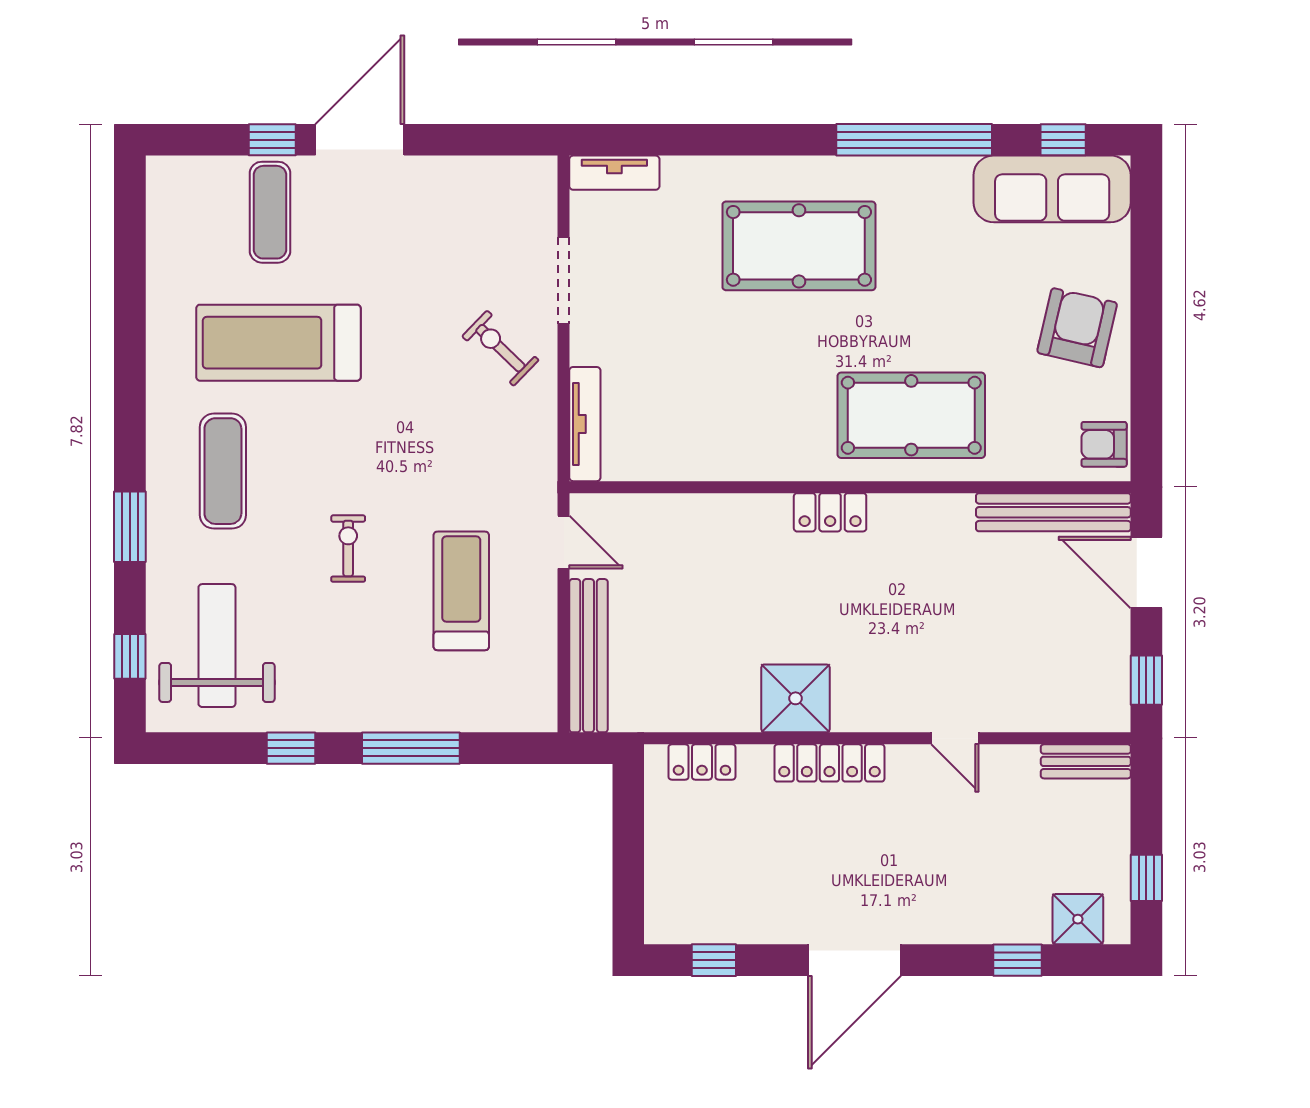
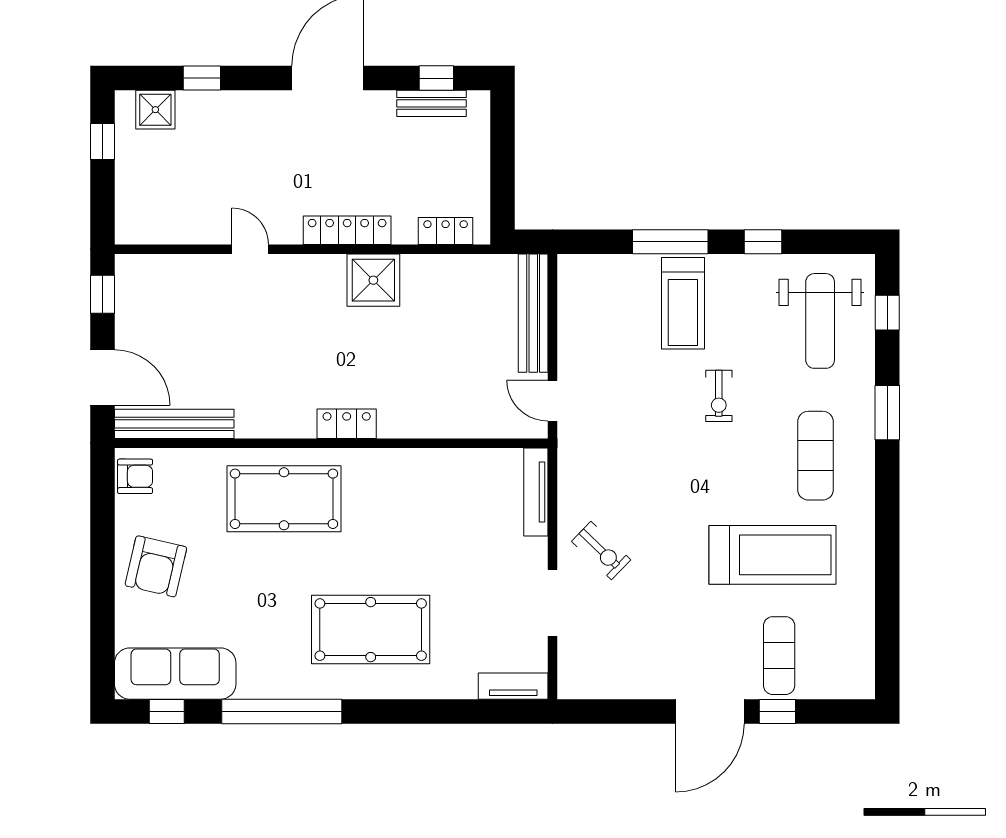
treadmill: (461, 591) -> (683, 303), moved
bench: (1086, 761) -> (432, 103), moved

